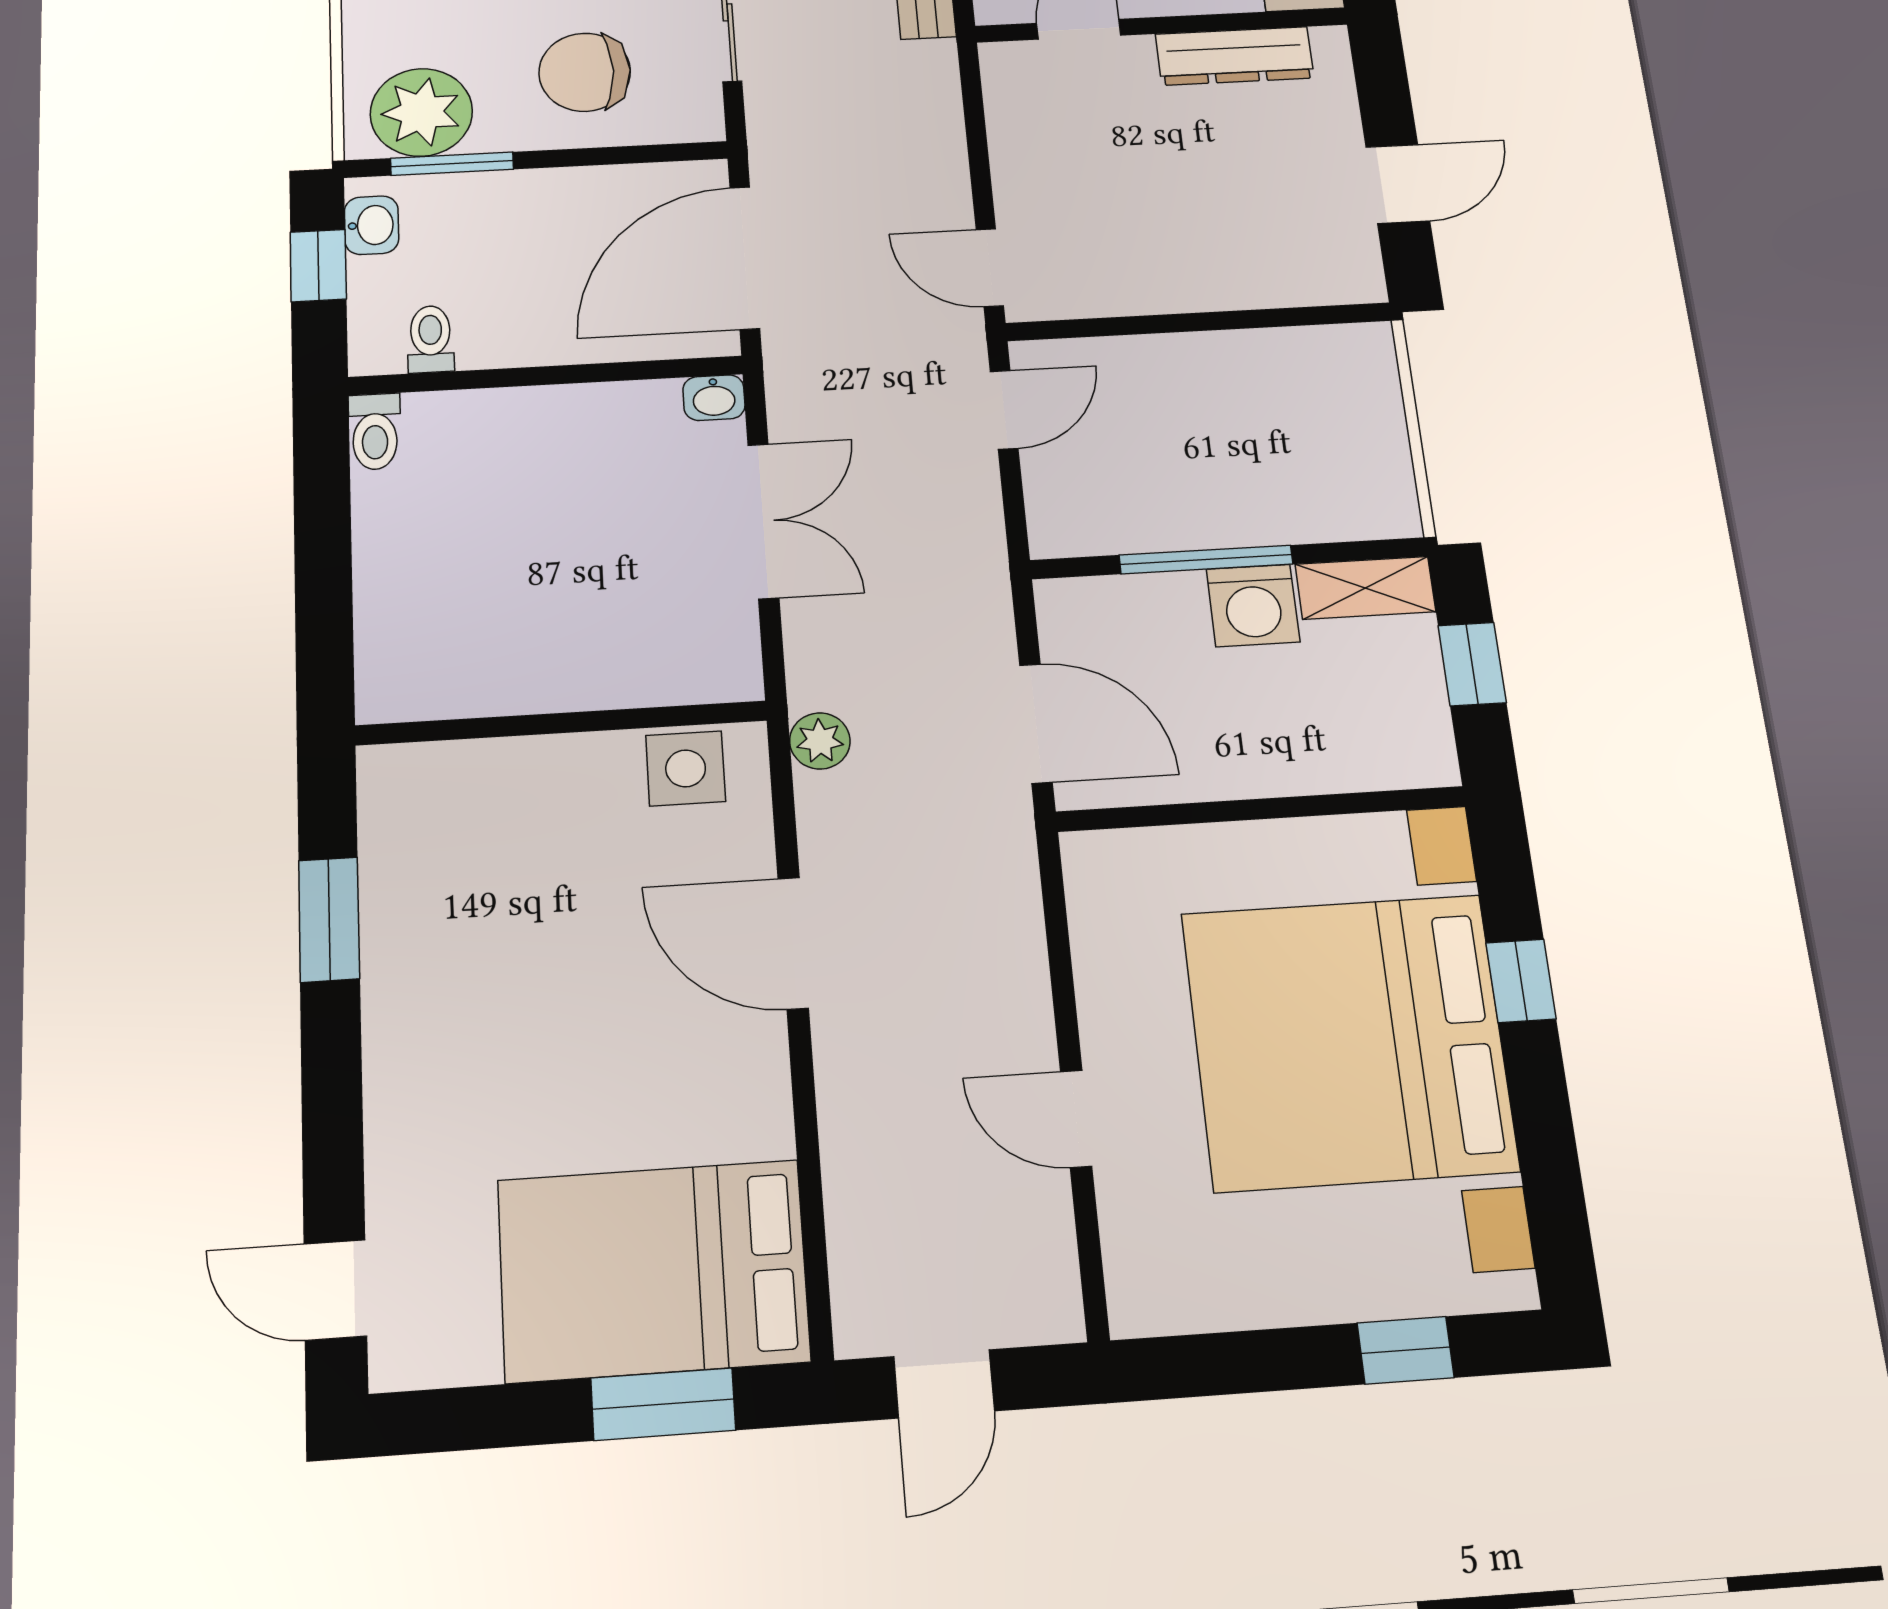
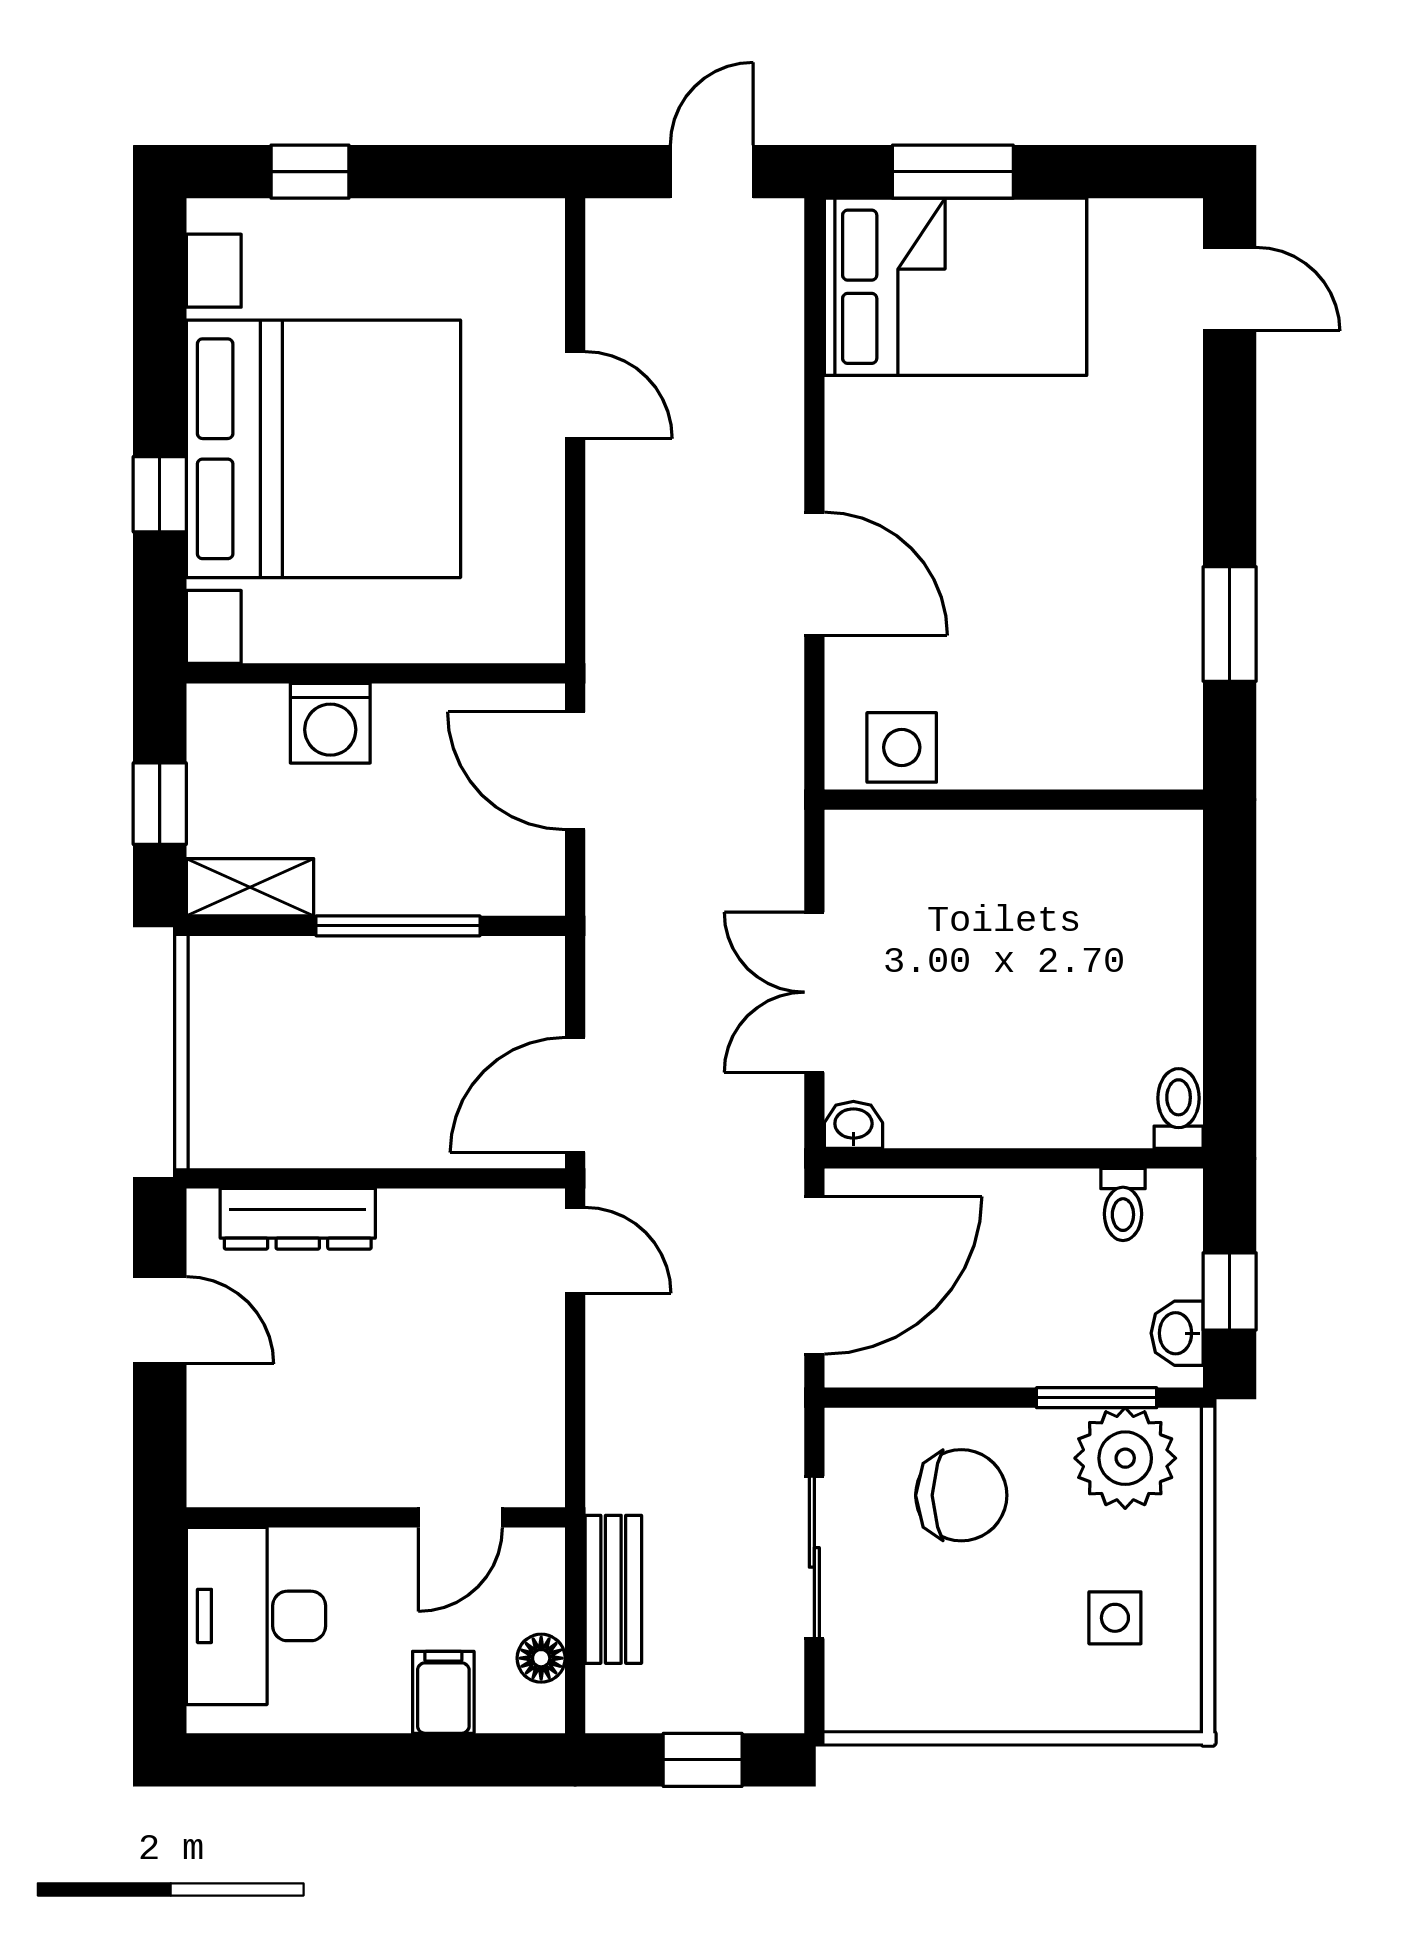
dresser: (1235, 56) -> (298, 1219), moved, turned 180
door: (1398, 184) -> (160, 1320), swing flipped
door: (1004, 410) -> (575, 1095), width x1.38
washing machine: (1253, 606) -> (330, 723), moved, turned 180
plant: (820, 741) -> (777, 766), removed

